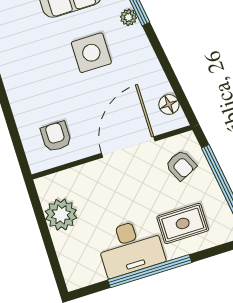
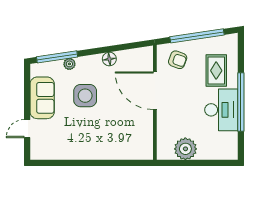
floor lamp: (169, 104) -> (109, 59), moved
armchair: (56, 137) -> (133, 136), removed
armchair: (181, 165) -> (178, 60), turned 46

